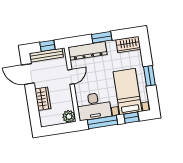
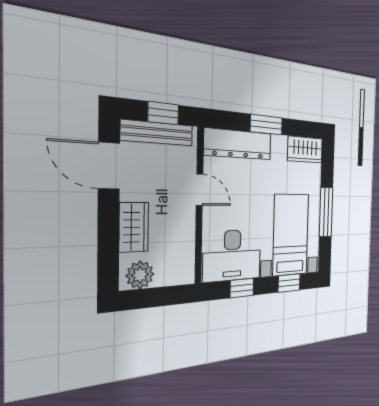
window: (149, 76) -> (326, 212), width x1.44
door: (71, 77) -> (200, 190), hinge flipped
plant: (69, 116) -> (140, 275), moved
window: (103, 122) -> (242, 288), width x0.46

